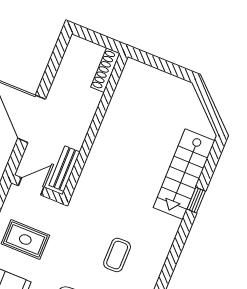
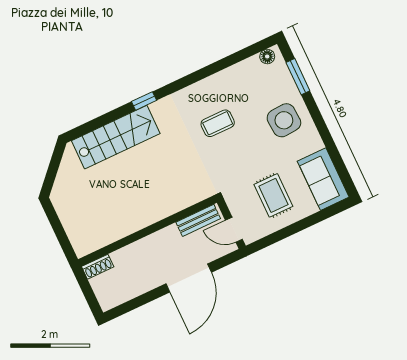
shoe rack: (105, 70) -> (98, 267), width x0.70
window: (196, 200) -> (144, 101), moved

